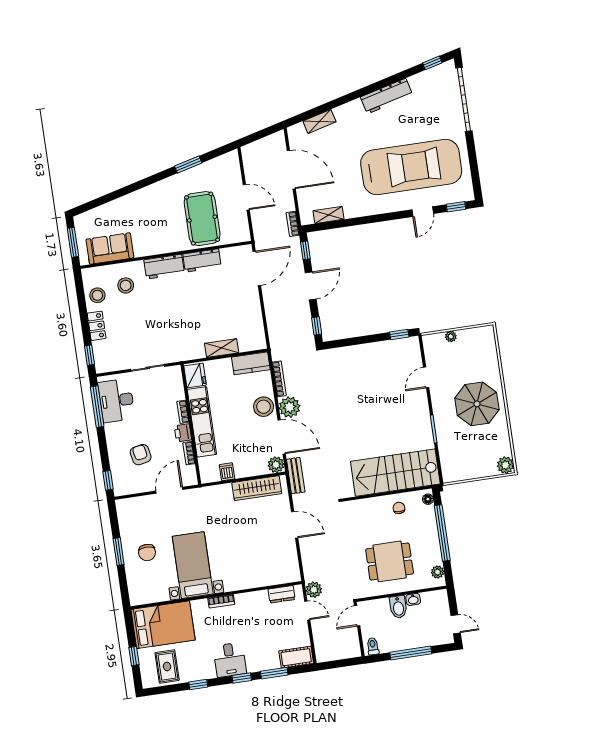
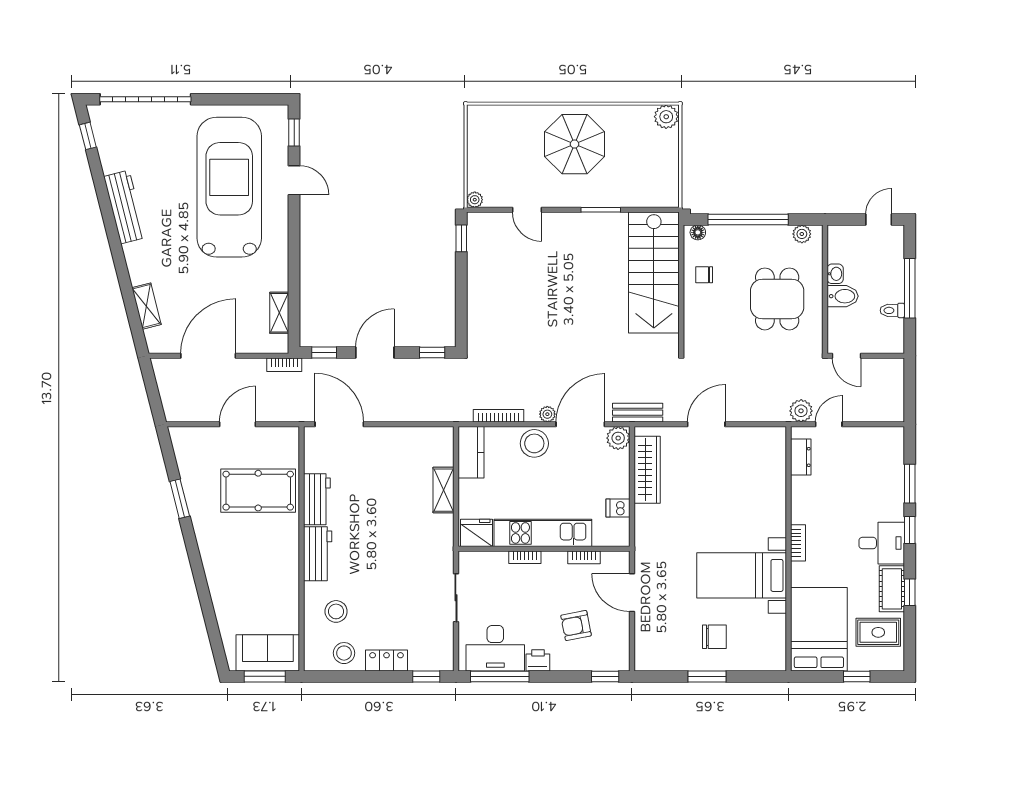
sofa: (110, 249) -> (268, 653), moved, turned 90
door: (311, 286) -> (375, 352), hinge flipped
plant: (451, 336) -> (475, 200), moved
plant: (290, 407) -> (547, 414), width x0.53, depth x0.53
printer: (183, 433) -> (538, 660), moved, turned 180
toilet: (373, 646) -> (892, 310), moved
cot: (296, 657) -> (892, 589), moved

